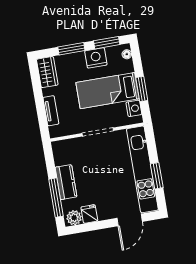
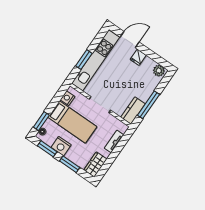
window: (142, 89) -> (41, 121), moved
window: (157, 176) -> (84, 60), moved
kitchen counter: (66, 182) -> (133, 111), moved
window: (56, 198) -> (149, 105), moved
fridge: (89, 214) -> (138, 57), moved

